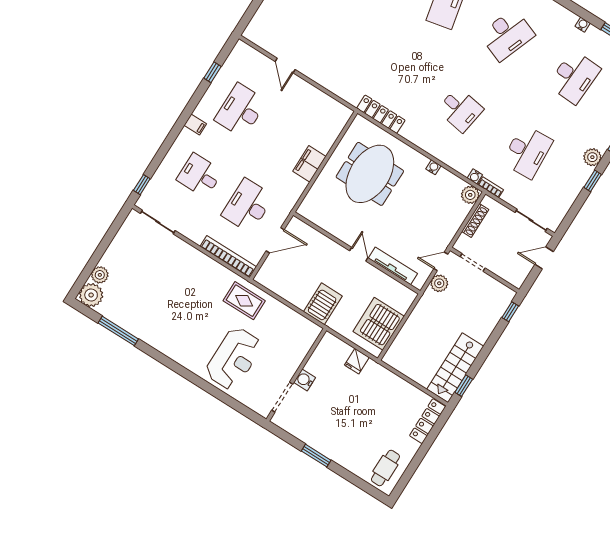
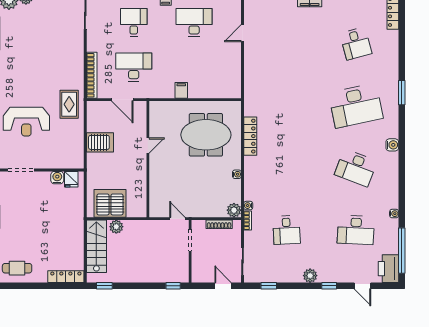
desk: (460, 109) -> (287, 168), removed
locker: (381, 114) -> (250, 136), moved
desk: (527, 152) -> (287, 230), width x0.73
filing cabinet: (309, 164) -> (181, 90), width x0.50
window: (593, 181) -> (269, 286), moved
door: (359, 254) -> (148, 146), moved
tv unit: (393, 266) -> (154, 189), removed
plant: (439, 283) -> (116, 227), moved
server rack: (323, 304) -> (100, 142), moved
fridge: (357, 361) -> (71, 179), moved, turned -90
stairs: (455, 368) -> (96, 246), moved, turned 90
water cooler: (305, 380) -> (57, 178), moved

